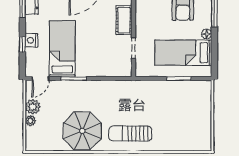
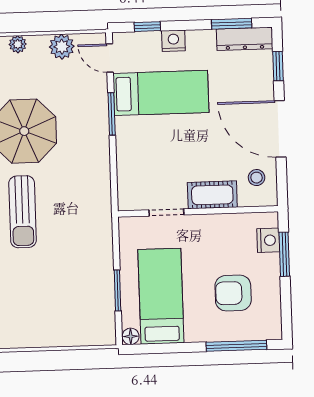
floor lamp: (207, 34) -> (131, 336), moved
window: (22, 44) -> (147, 27), moved
plant: (30, 121) -> (18, 44), moved
sun lounger: (130, 133) -> (23, 212), turned 180

